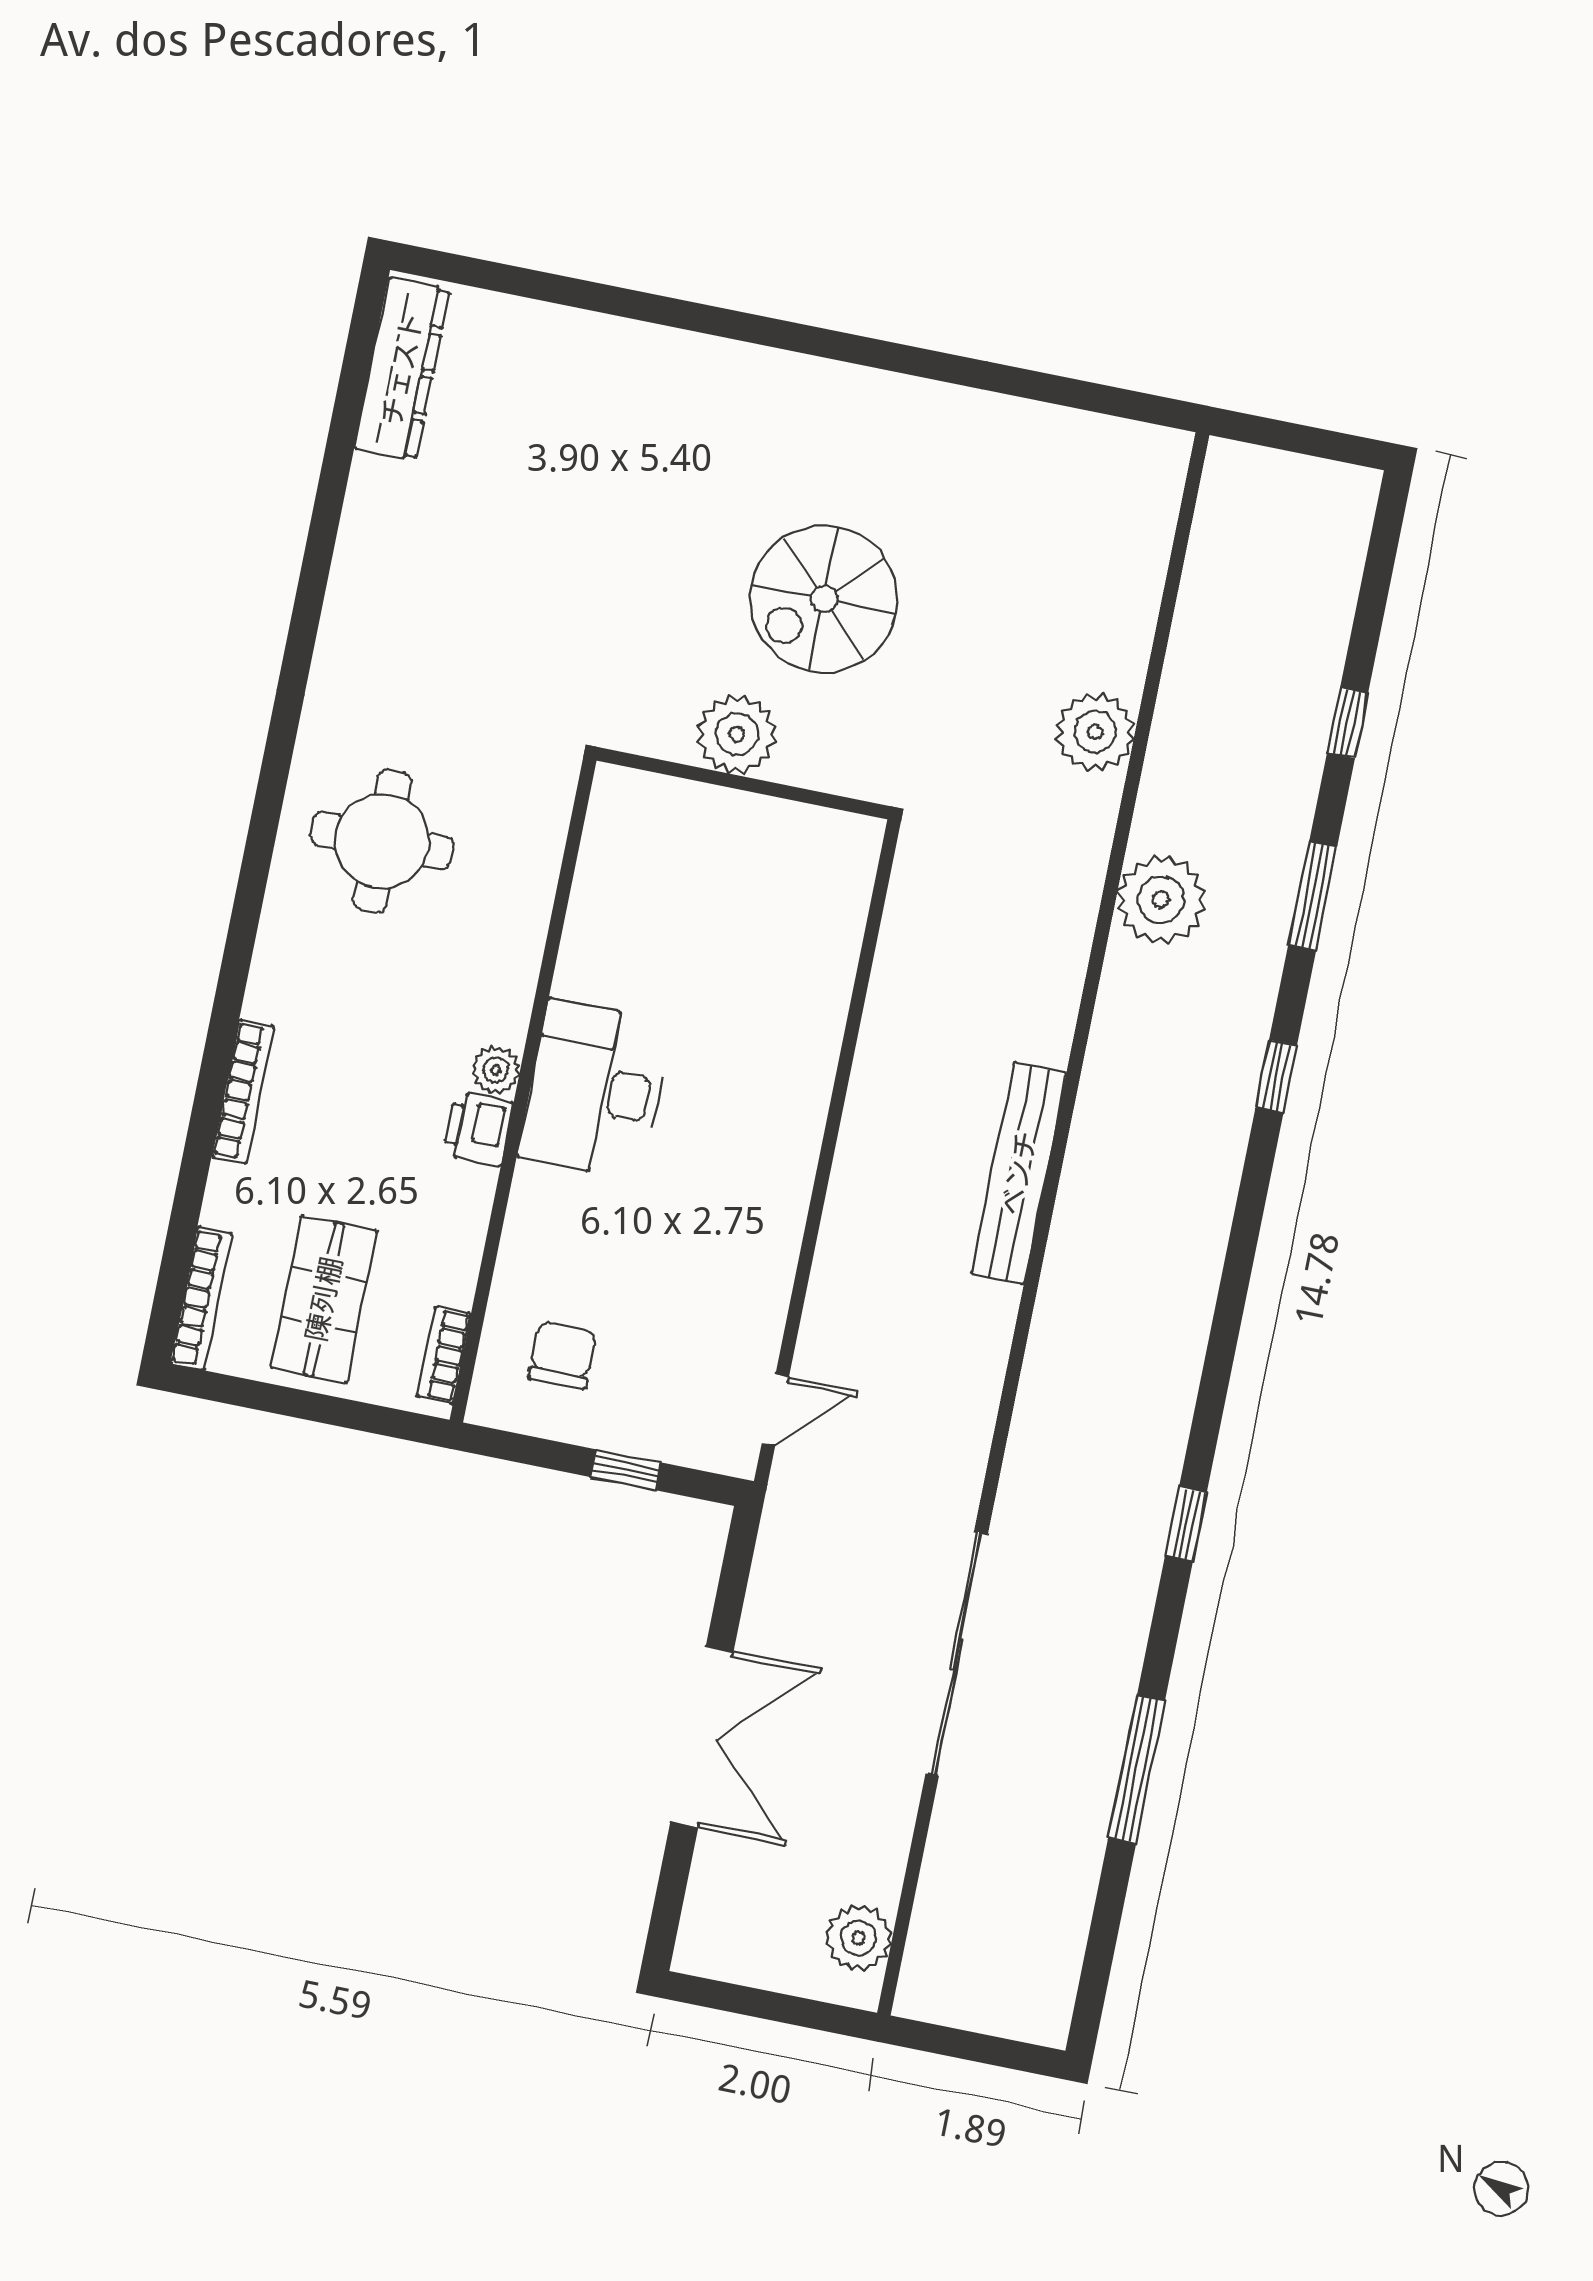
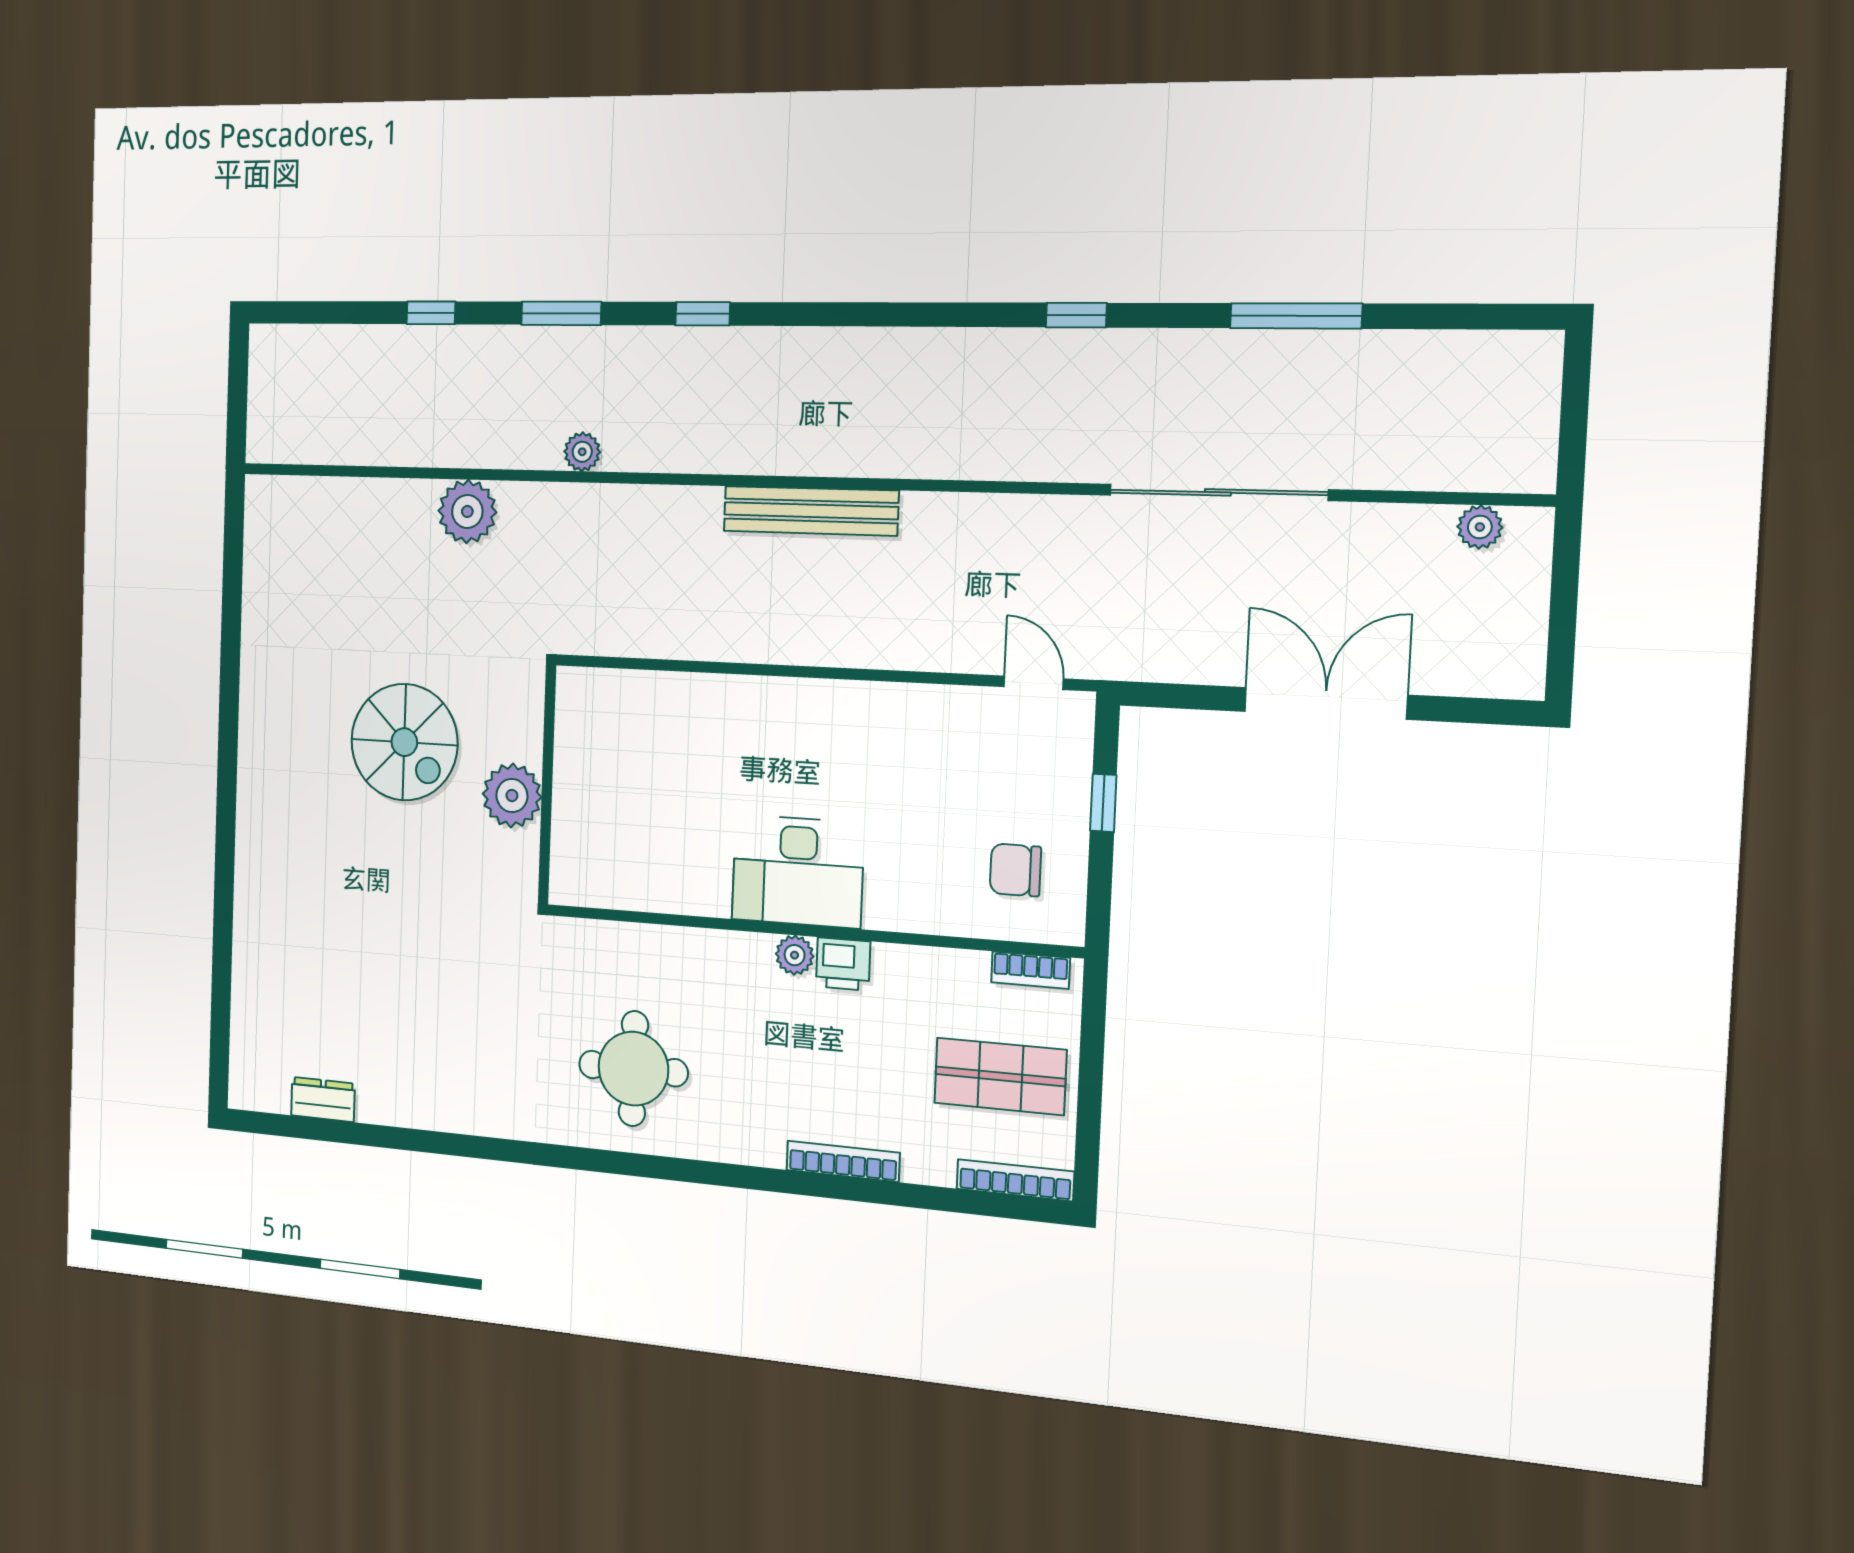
dresser: (402, 369) -> (323, 1100), width x0.51, depth x0.80
plant: (1161, 900) -> (582, 452), width x0.53, depth x0.53
plant: (858, 1938) -> (1480, 527), width x0.73, depth x0.73

